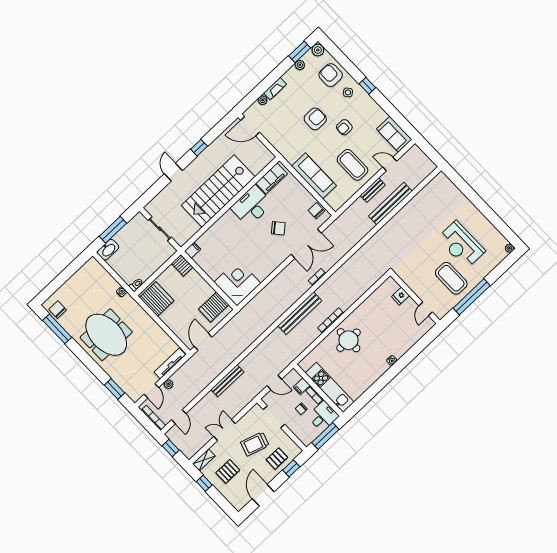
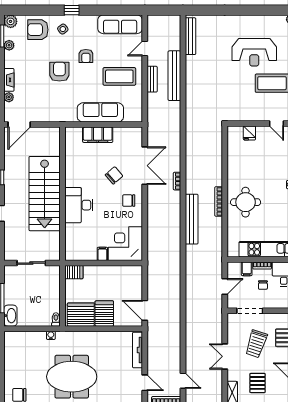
sofa: (394, 134) -> (120, 24), width x1.36
filing cabinet: (272, 178) -> (98, 135), moved, turned 90
desk: (252, 206) -> (79, 205), moved
chair: (316, 211) -> (129, 201), moved
filing cabinet: (192, 250) -> (102, 254), moved
server rack: (214, 307) -> (104, 313), moved, turned 180
bench: (227, 381) -> (191, 36), moved
plant: (169, 384) -> (152, 365), removed

